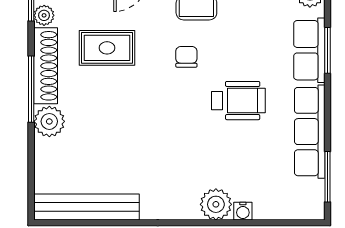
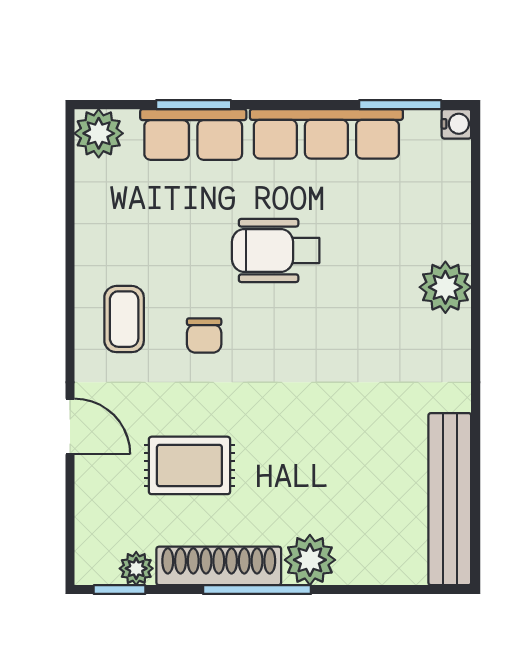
rug: (107, 48) -> (189, 465), turned 90
chair: (186, 57) -> (204, 335), turned -90
wheelchair: (238, 101) -> (276, 250), turned -90
water cooler: (243, 211) -> (456, 124), moved

